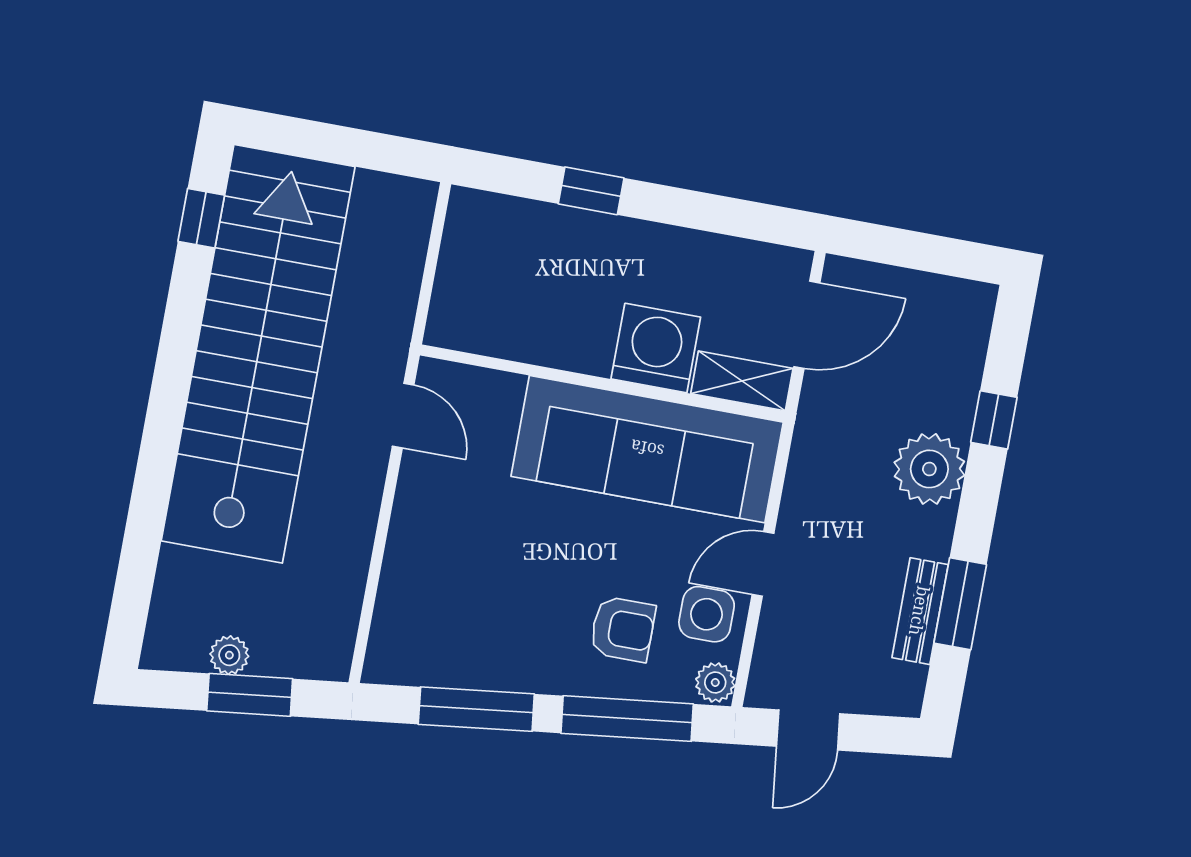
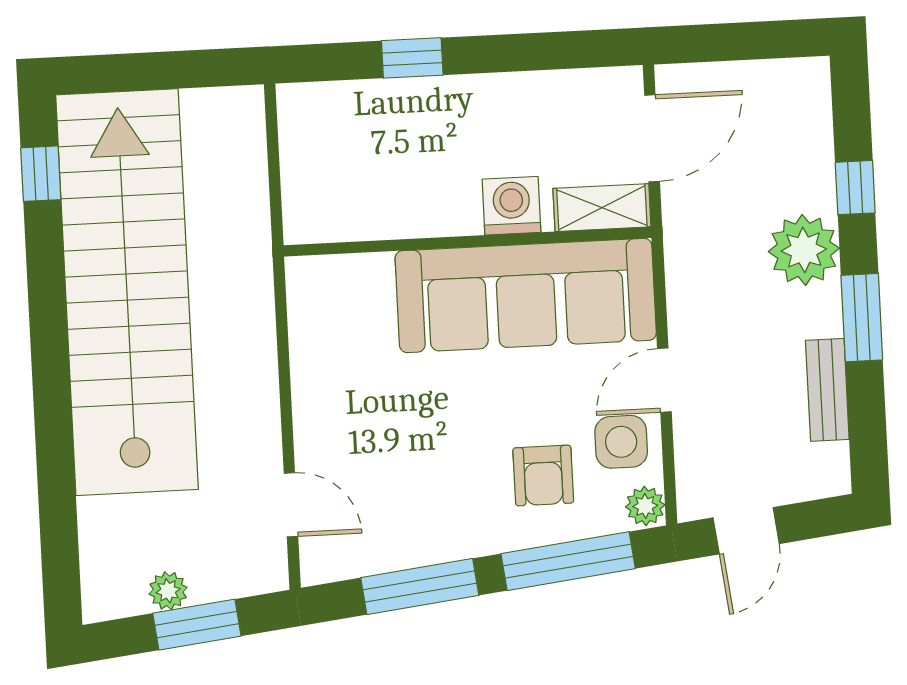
washing machine: (656, 348) -> (512, 206), width x0.73, depth x0.73
door: (403, 416) -> (291, 505), moved
window: (960, 604) -> (862, 318), moved
armchair: (623, 629) -> (543, 475), turned 90

